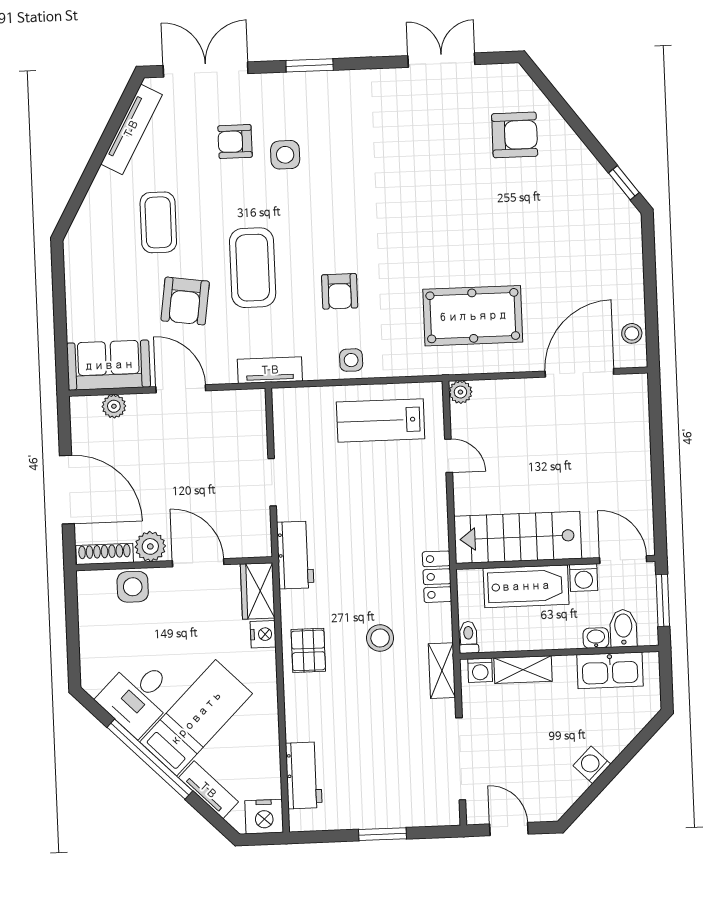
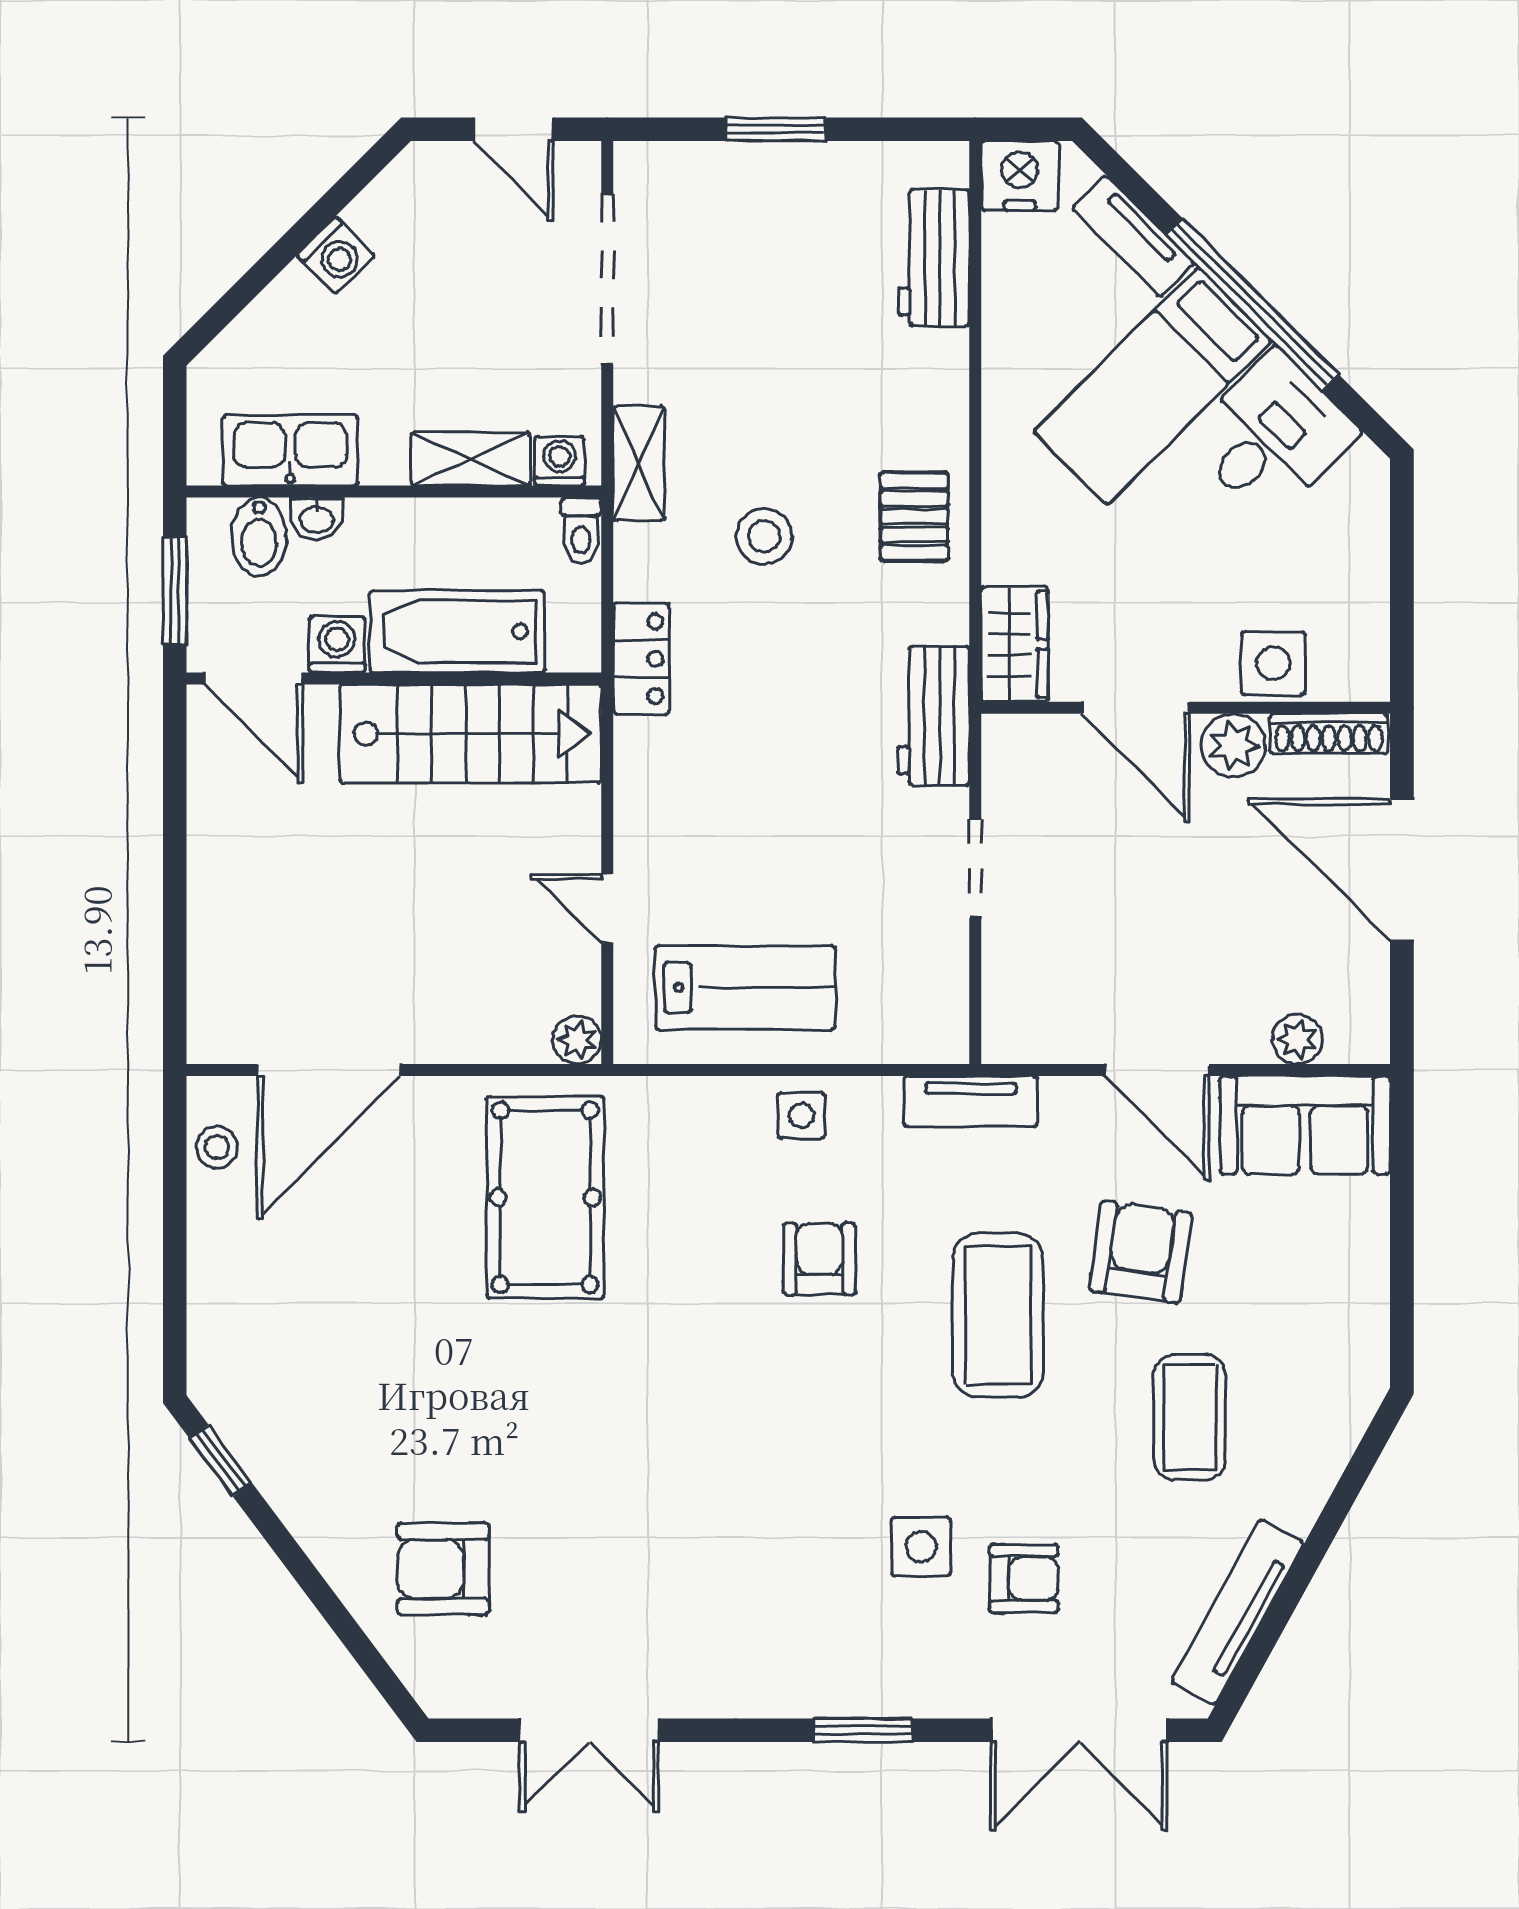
pool table: (473, 316) -> (545, 1197), turned 90
nightstand: (263, 634) -> (1007, 554), removed

